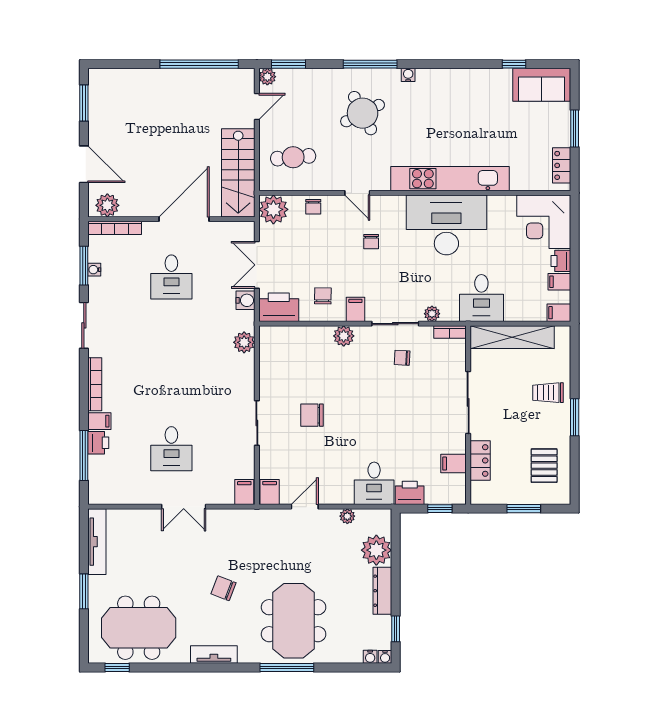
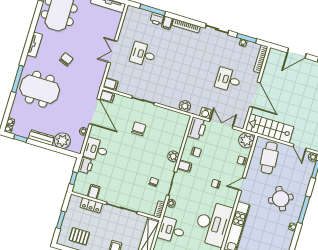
cafe table: (293, 157) -> (269, 158), width x1.37, depth x1.35
plant: (107, 205) -> (273, 59), removed
door: (305, 507) -> (95, 112), width x1.87

